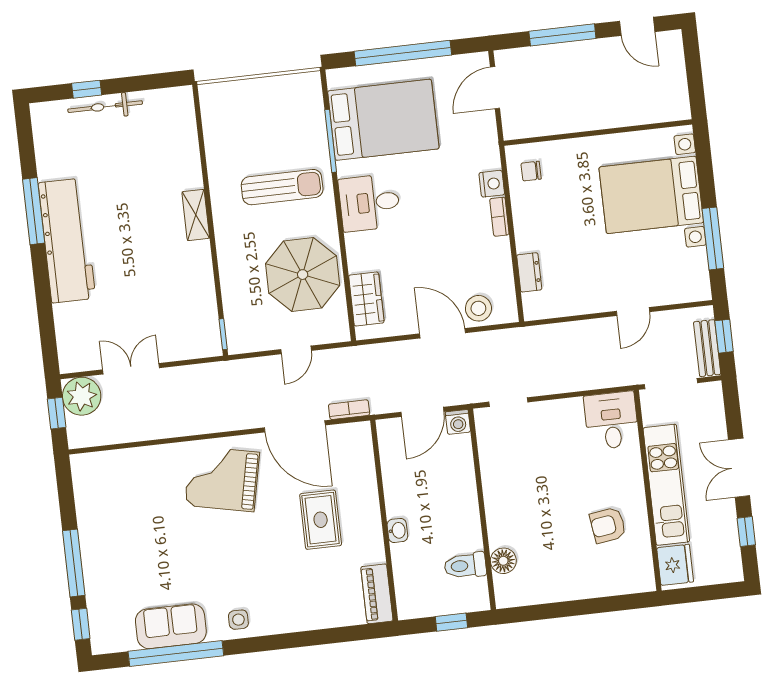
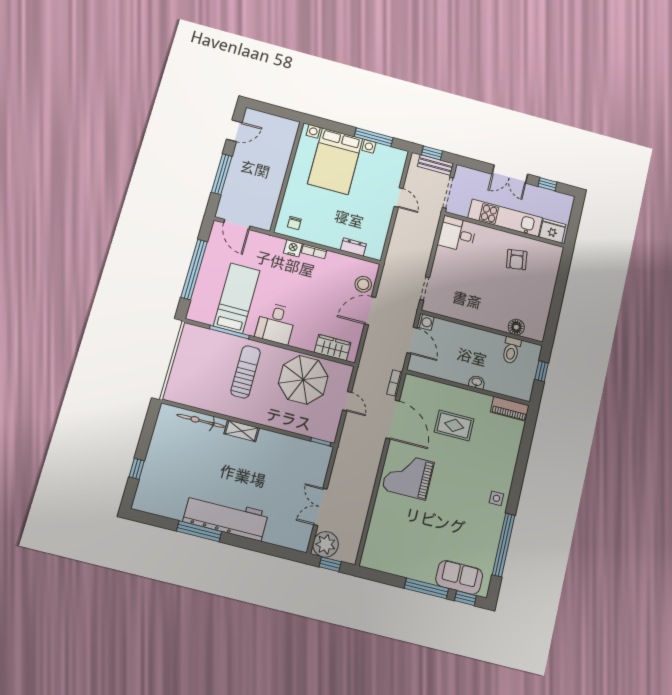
bicycle: (105, 107) -> (201, 421), moved, turned 90
bed: (383, 120) -> (237, 298), width x0.67
door: (295, 426) -> (393, 420), hinge flipped
grand piano: (222, 479) -> (408, 476), turned 78
sofa: (171, 626) -> (459, 577), moved, turned 90

